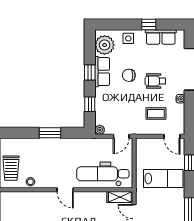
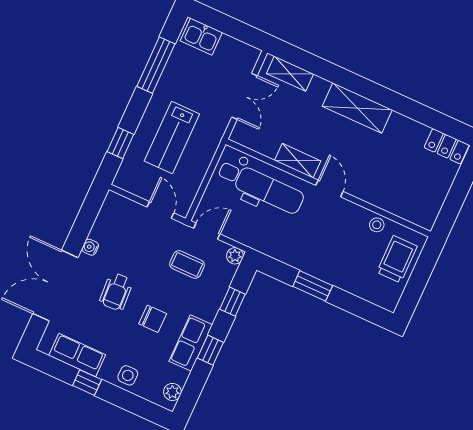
plant: (105, 45) -> (172, 392), width x0.53, depth x0.53
wheelchair: (155, 81) -> (116, 292), turned 87
coffee table: (156, 114) -> (187, 264), moved
door: (172, 136) -> (160, 210), moved
lab bench: (163, 179) -> (172, 137), turned -90
shelving: (120, 197) -> (298, 161), moved

